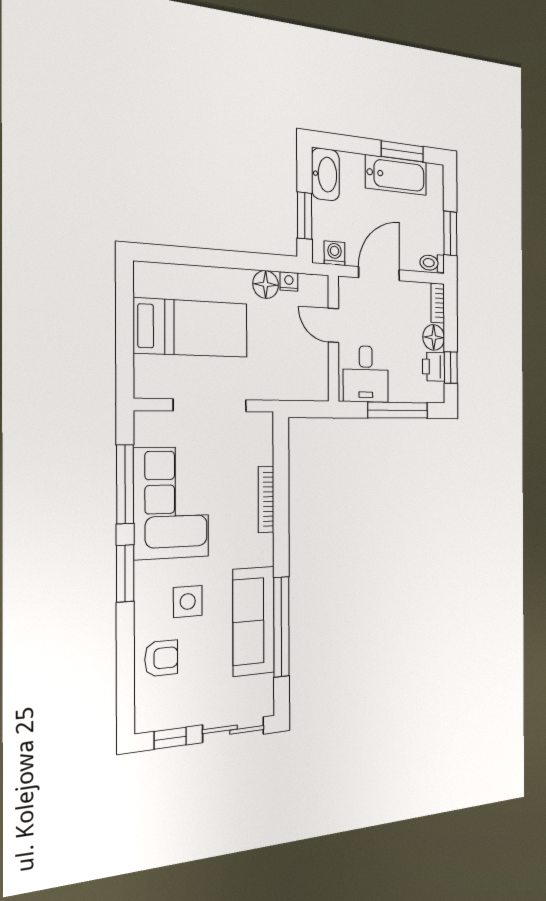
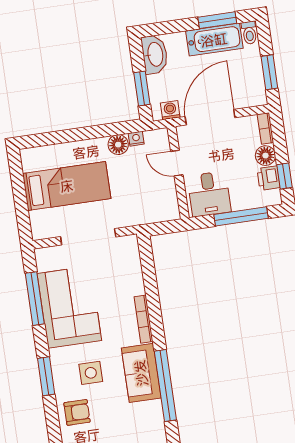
toilet: (432, 263) -> (249, 33), moved, turned -90
door: (379, 274) -> (210, 117), width x1.36
bookcase: (266, 499) -> (144, 319), moved
window: (125, 573) -> (46, 376), moved
sofa: (254, 621) -> (141, 373), width x0.73

